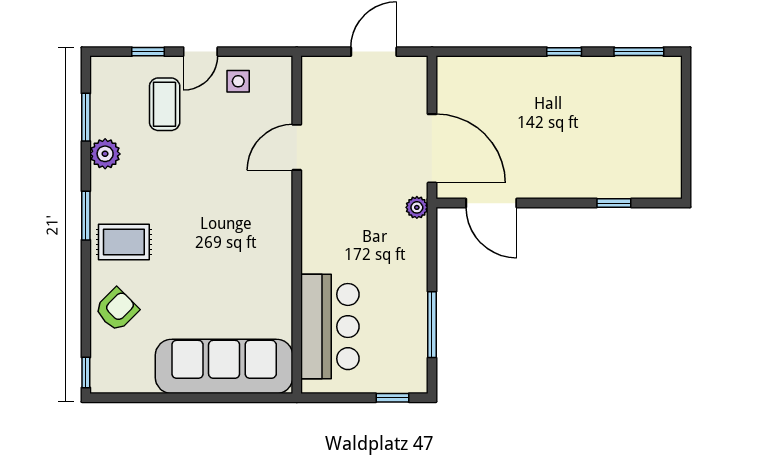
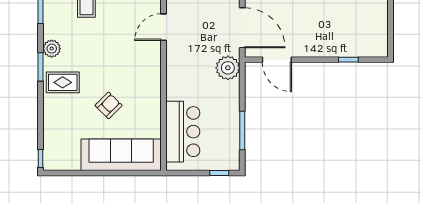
plant: (105, 154) -> (52, 49), moved
plant: (417, 207) -> (228, 68), width x1.88, depth x1.88
armchair: (117, 310) -> (109, 105), moved

